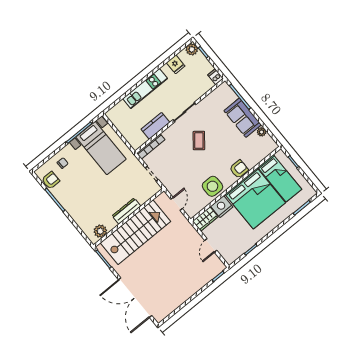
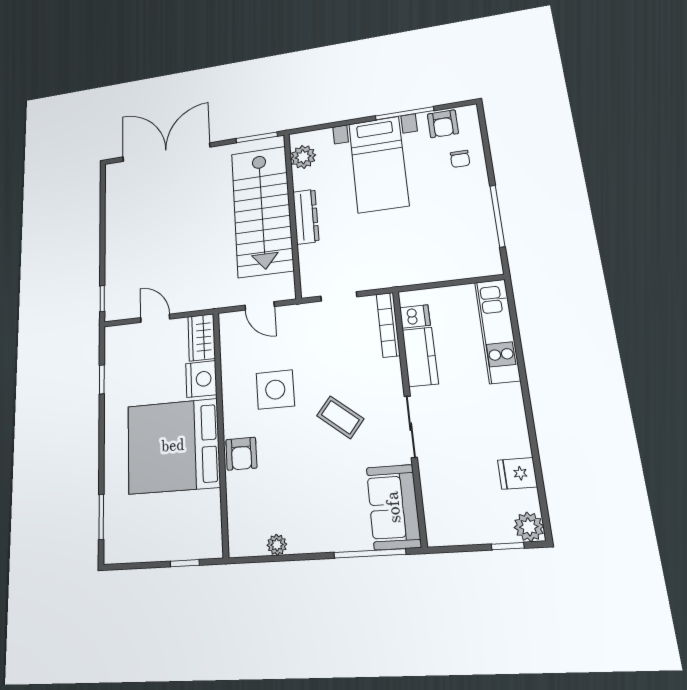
dishwasher: (216, 77) -> (415, 316), moved
kitchen unit: (145, 89) -> (497, 331), moved
sofa: (243, 118) -> (394, 507), moved, turned -90
bed with nightstands: (101, 148) -> (378, 164), moved, turned -90
bed: (280, 178) -> (175, 516), removed
side table: (212, 186) -> (275, 390), moved

